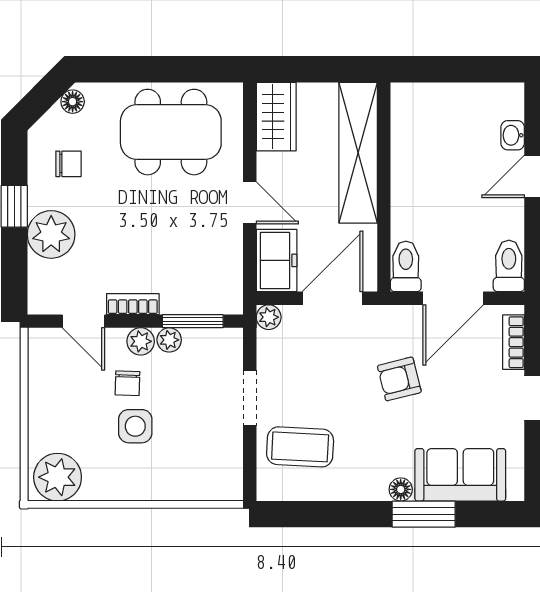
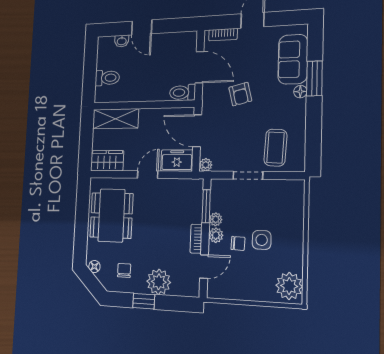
shelving: (358, 153) -> (116, 119), width x0.68
toilet: (509, 266) -> (107, 78), moved, turned 180

